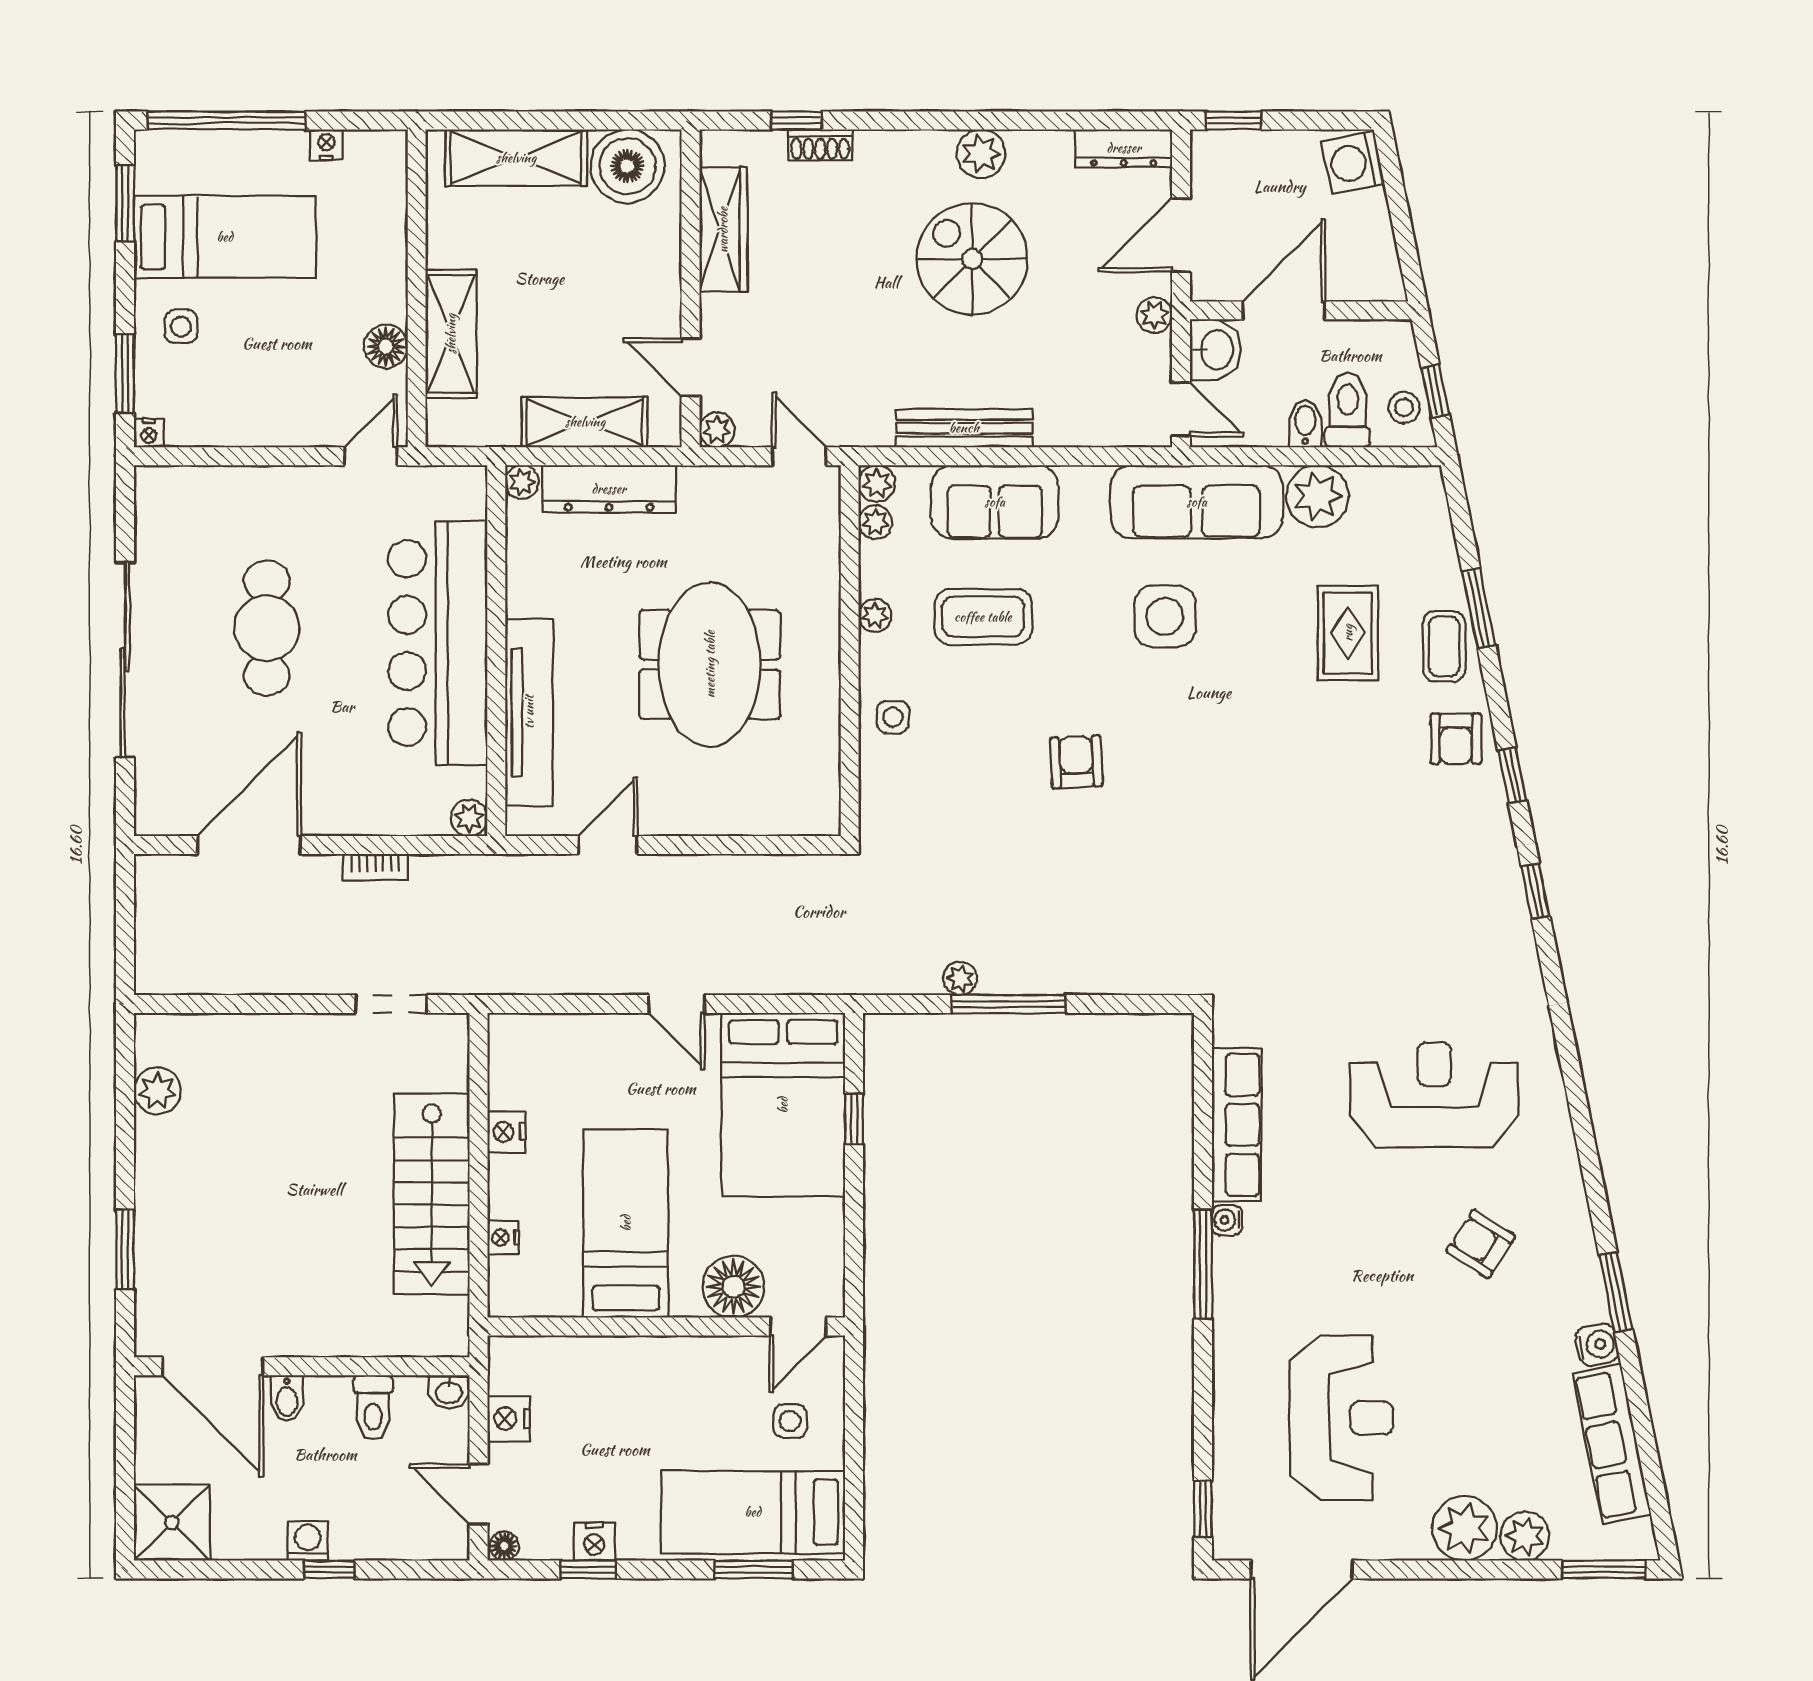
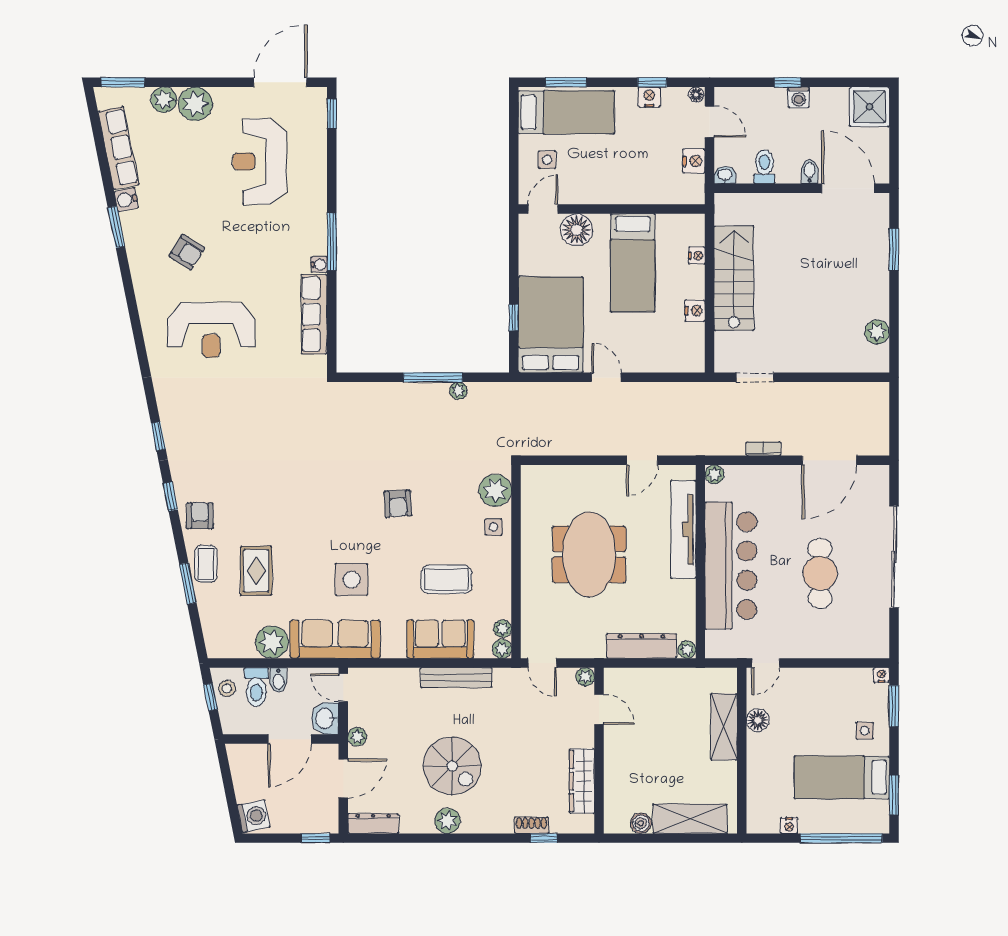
boiler: (627, 166) -> (641, 823), width x0.54, depth x0.54
shelving: (585, 422) -> (654, 681), removed
plant: (875, 616) -> (495, 490), moved, width x1.88, depth x1.88

